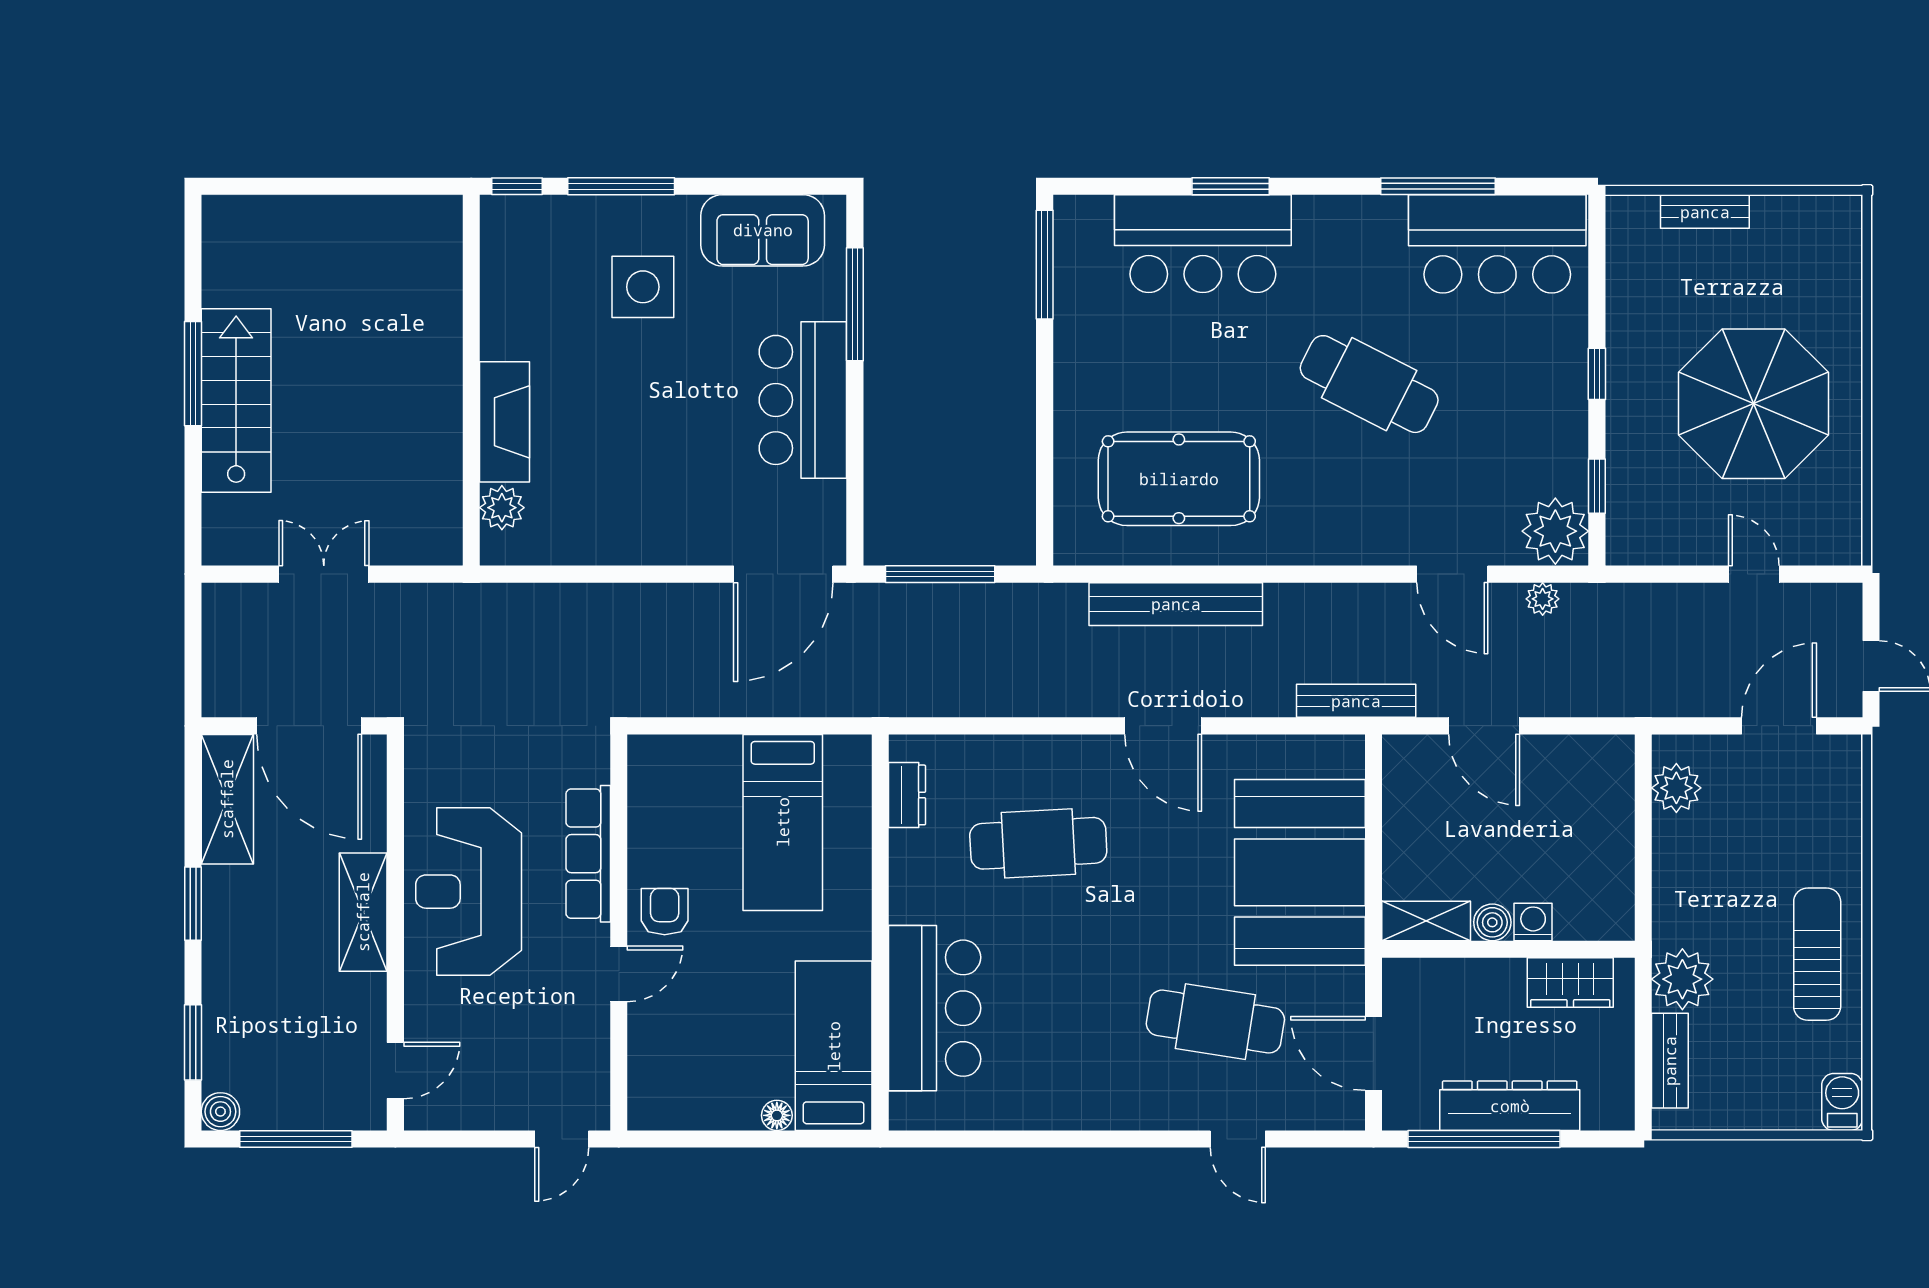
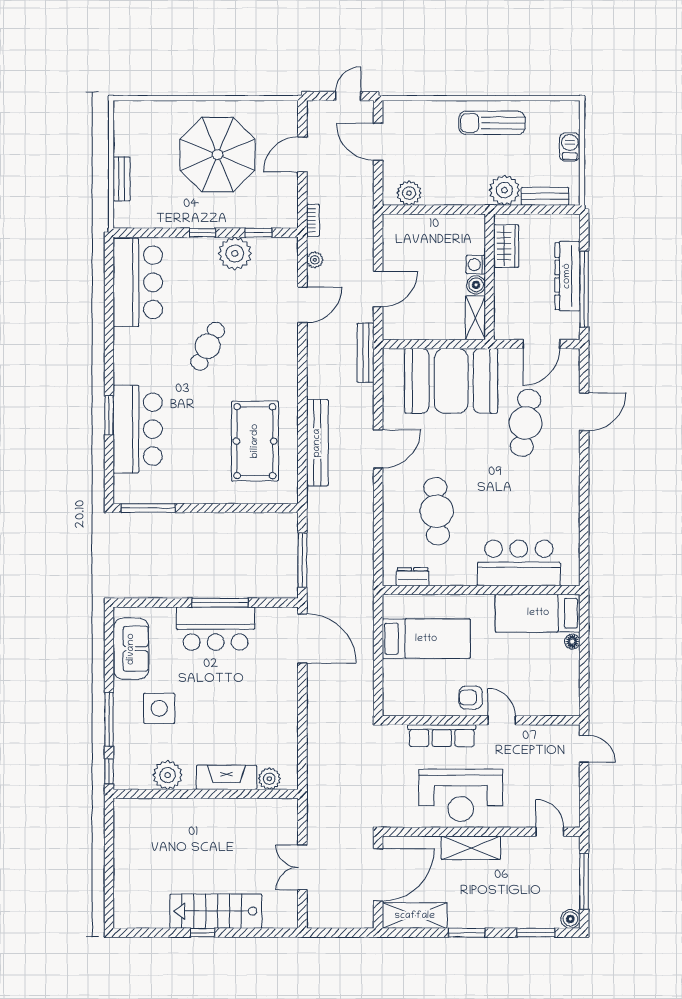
window: (1438, 186) -> (109, 312), removed
plant: (509, 304) -> (168, 775), added
window: (855, 304) -> (220, 603), moved
window: (193, 374) -> (203, 933), width x0.46
cafe table: (1369, 384) -> (208, 346), width x0.73, depth x0.74
plant: (1555, 531) -> (235, 253), moved
door: (1754, 574) -> (302, 154), width x1.38
bookcase: (1622, 595) -> (313, 220), added
barbecue: (1842, 1102) -> (570, 147), moved, turned 90
door: (1238, 1139) -> (584, 412), width x1.38

